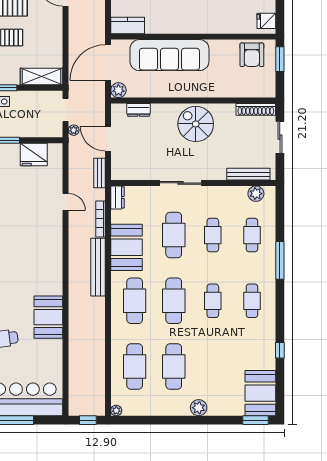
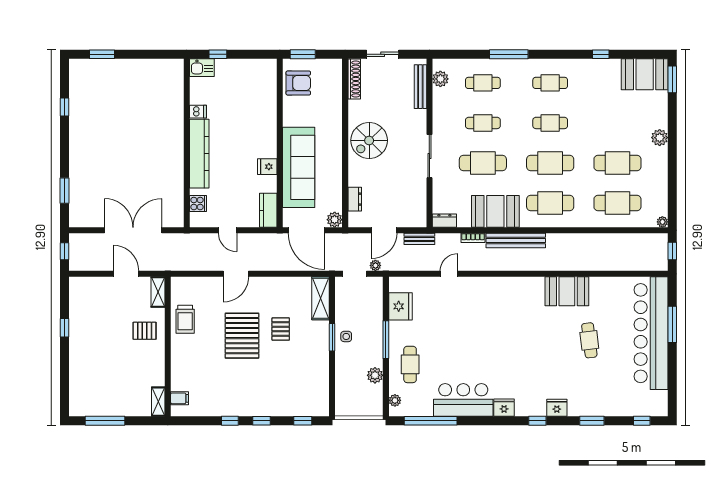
fridge: (266, 21) -> (267, 167), moved, turned 90
bookcase: (101, 219) -> (473, 238), width x0.64

